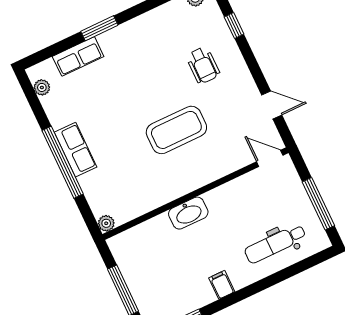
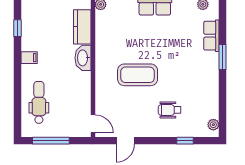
coffee table: (176, 130) -> (138, 75), turned 90
door: (270, 158) -> (93, 124), hinge flipped
kitchen counter: (147, 234) -> (82, 27), added

